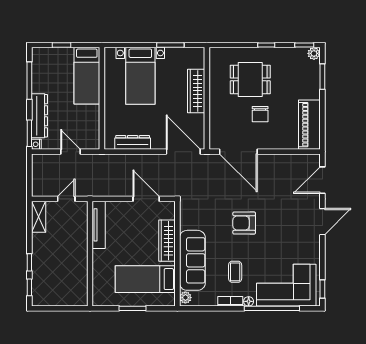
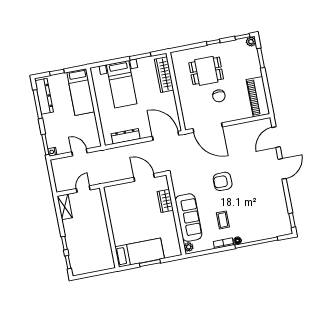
wardrobe: (196, 91) -> (164, 75), moved
dresser: (39, 116) -> (44, 96), moved
tv unit: (99, 225) -> (112, 204), removed
wardrobe: (167, 241) -> (165, 201), width x0.67
bed: (145, 279) -> (140, 253), moved, turned 180
corner sofa: (286, 285) -> (264, 223), removed

